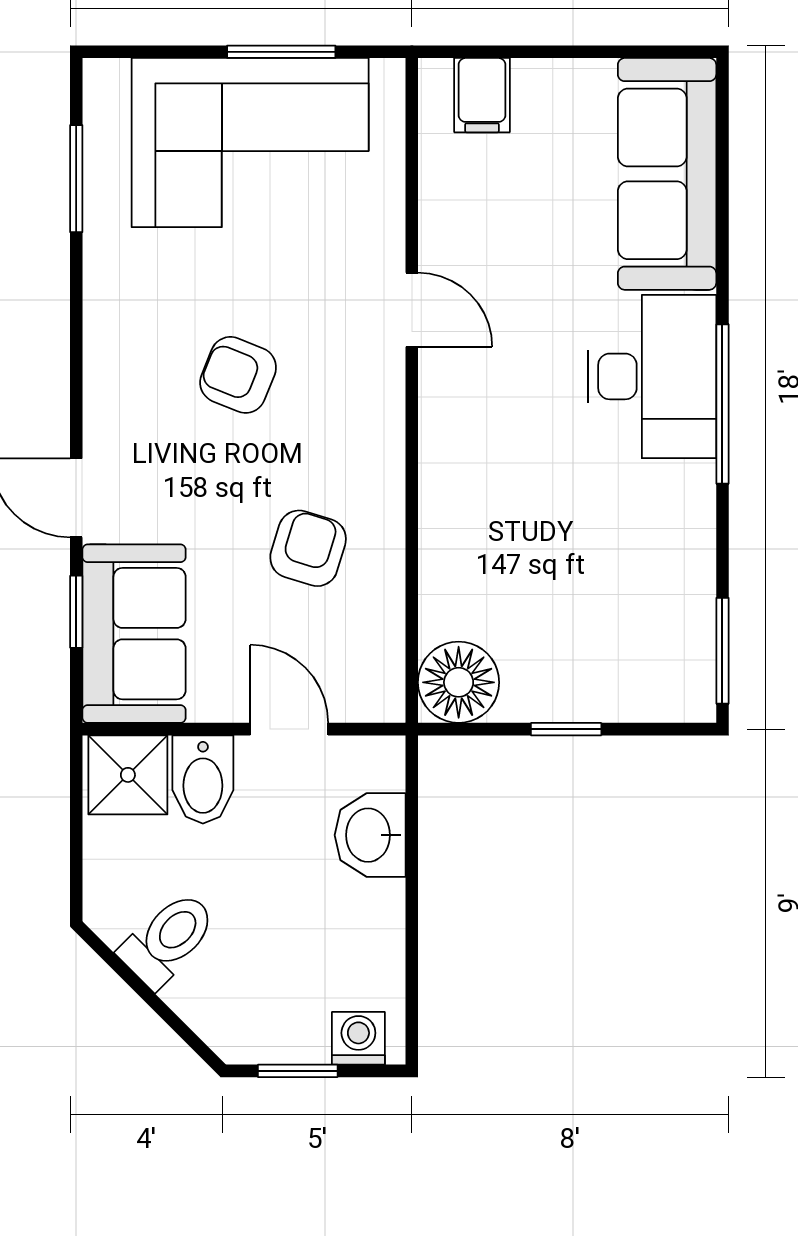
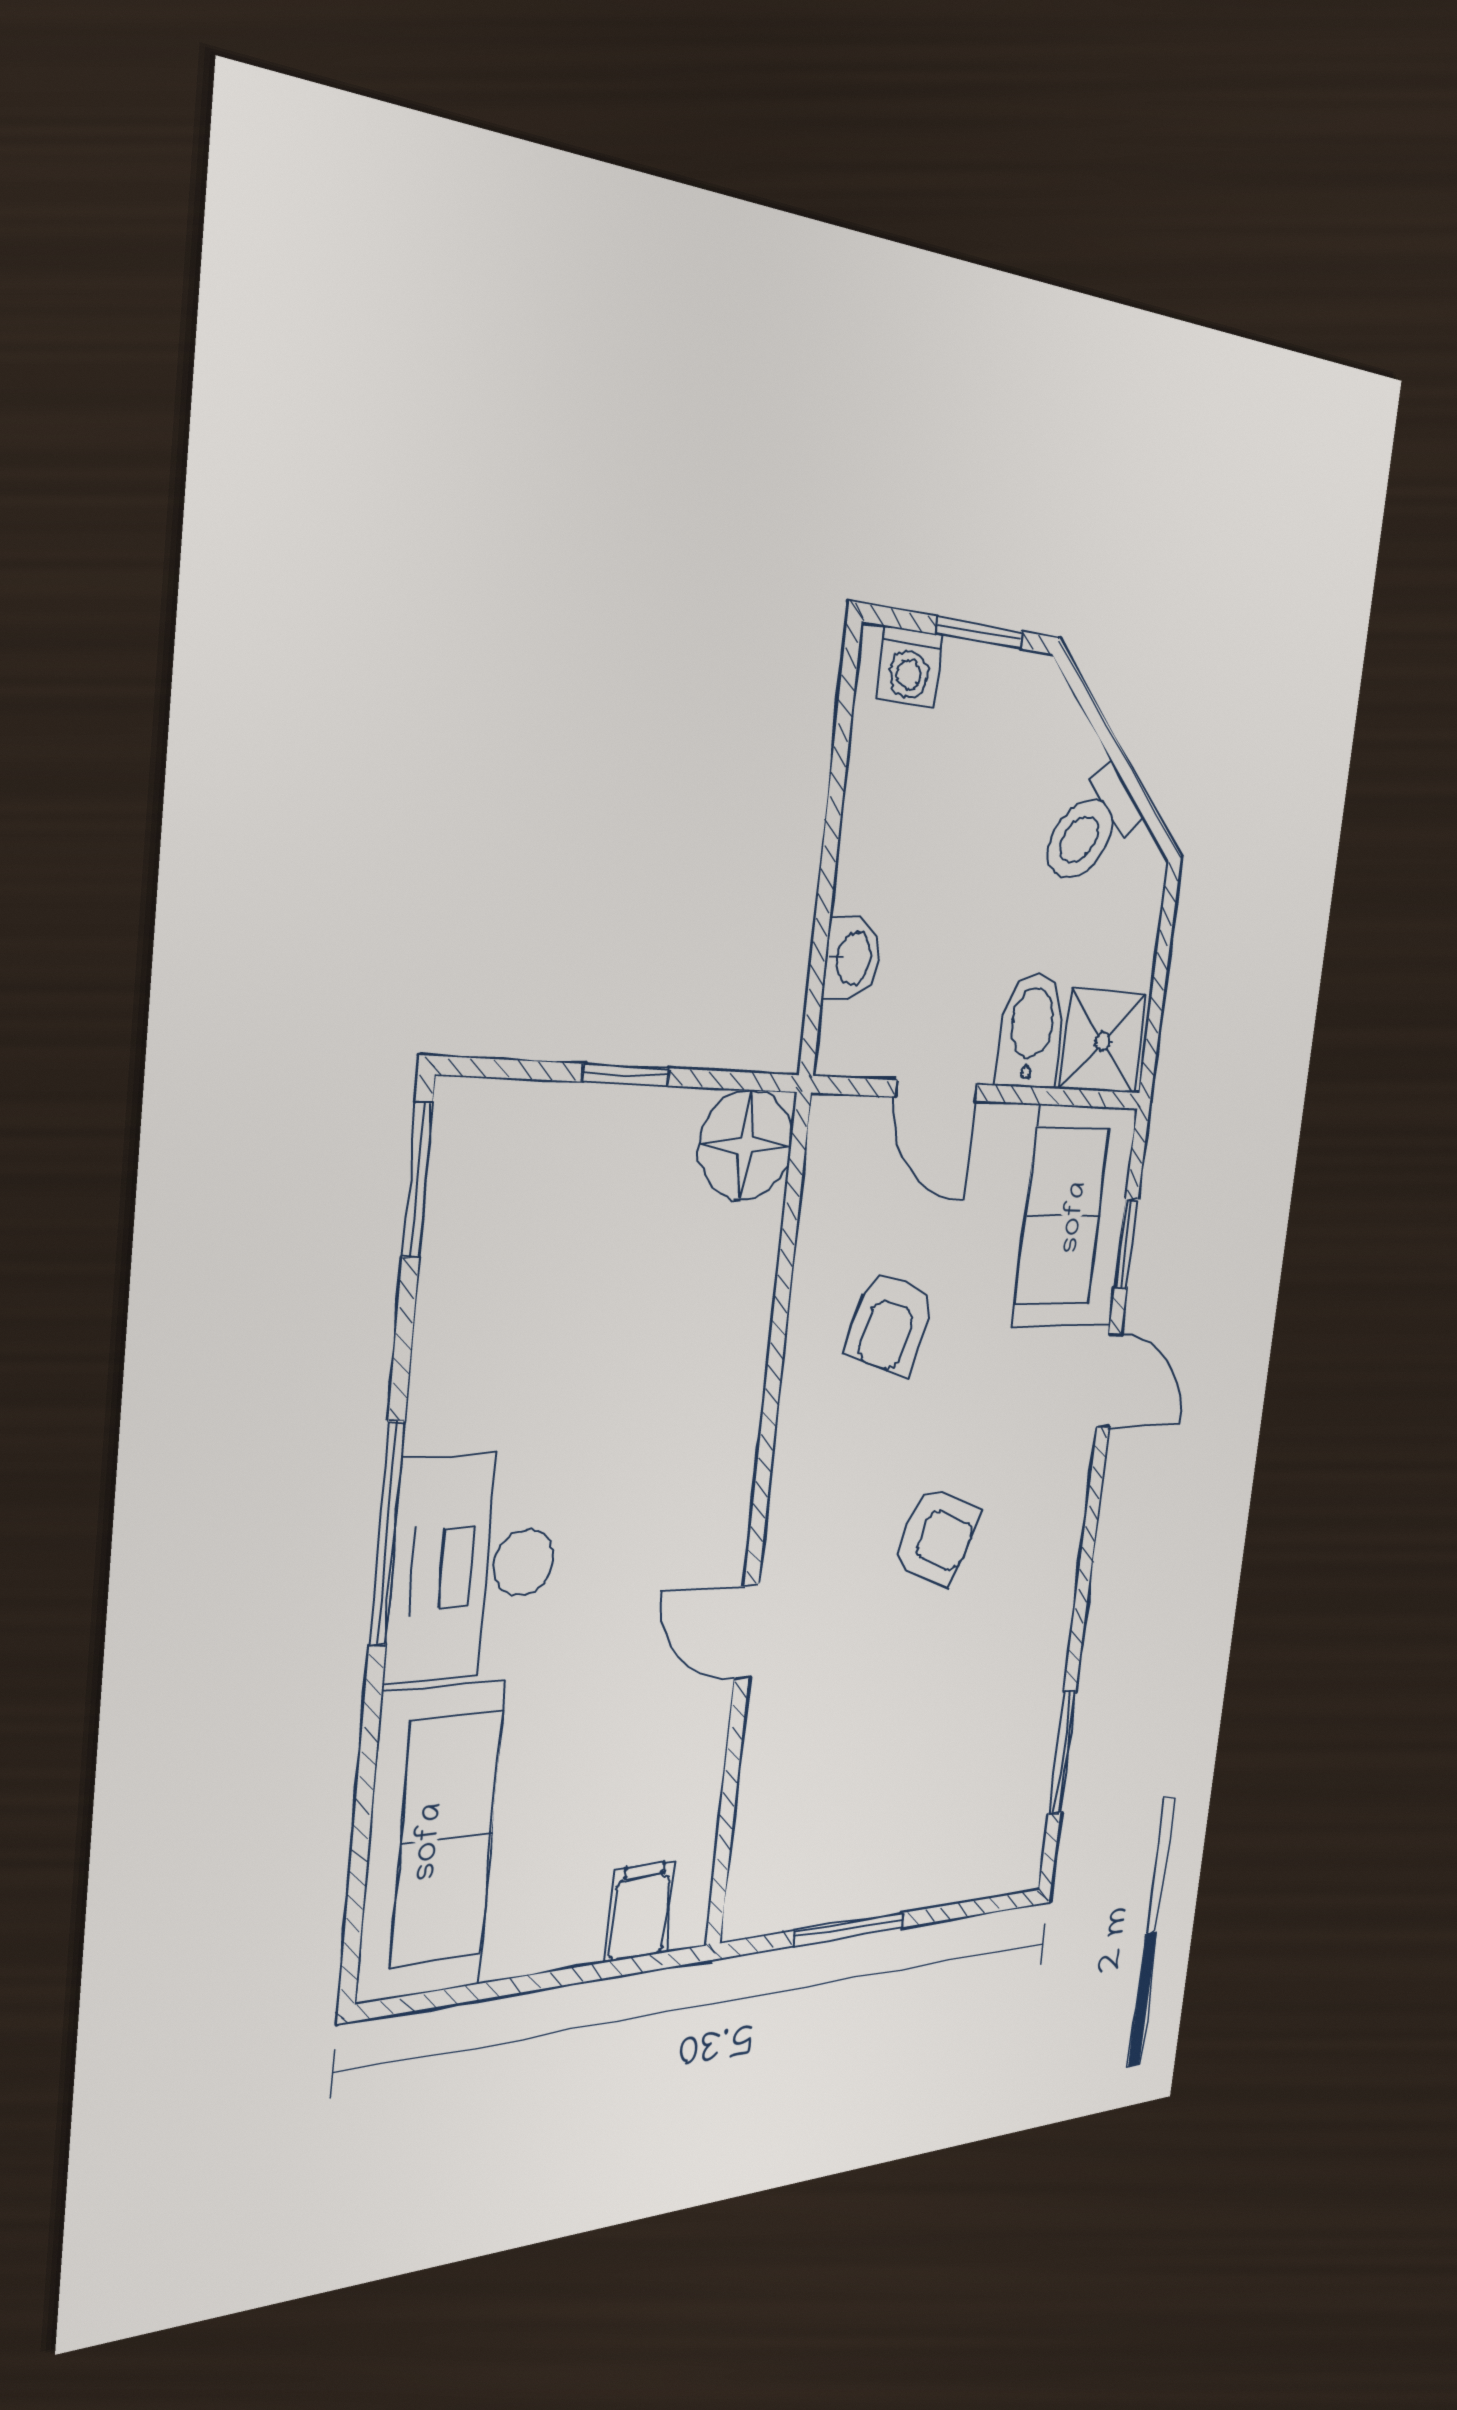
corner sofa: (250, 143) -> (892, 1817), removed
washbasin: (370, 835) -> (852, 959), width x0.72, depth x0.69

